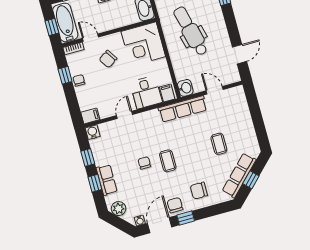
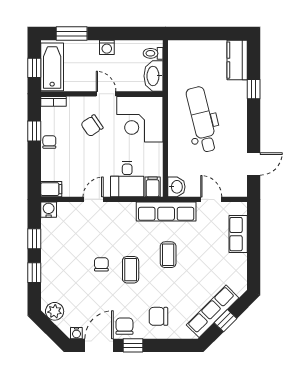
door: (91, 38) -> (106, 94), moved
coffee table: (219, 144) -> (168, 255), moved
row of seats: (107, 180) -> (238, 234), moved, turned 180

